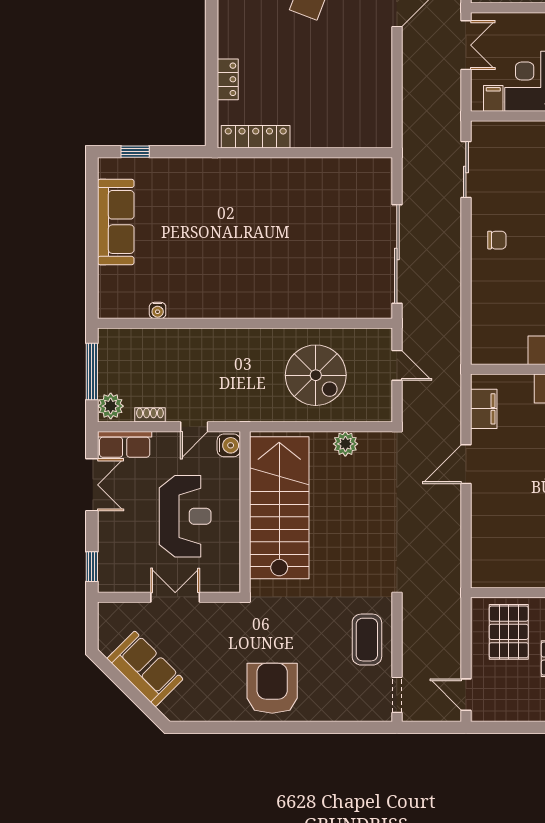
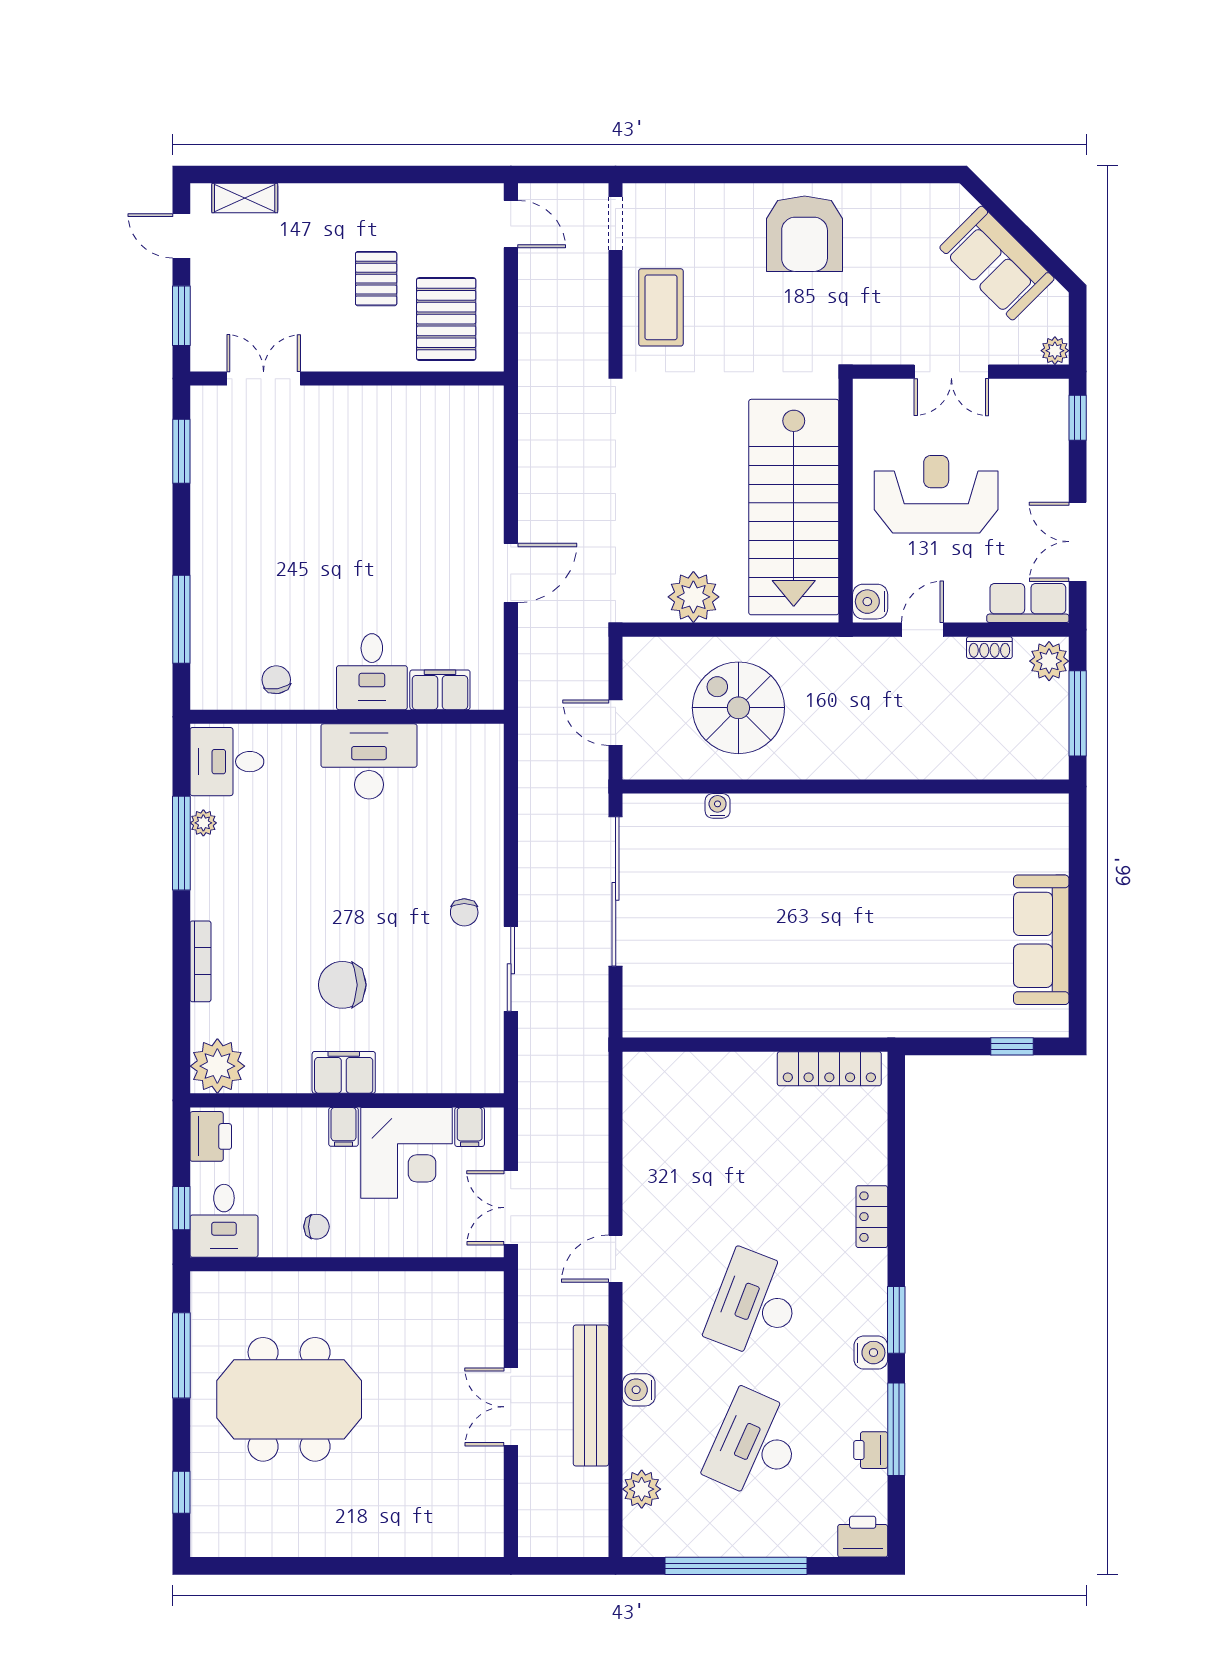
locker: (228, 79) -> (872, 1217), moved
sliding door: (466, 169) -> (511, 969), moved
chair: (497, 240) -> (464, 912), turned -90
water cooler: (158, 310) -> (718, 806), moved
filing cabinet: (484, 409) -> (440, 690), moved, turned 90
plant: (345, 444) -> (693, 597), width x1.36, depth x1.36
reception desk: (185, 516) -> (936, 494), turned 90
plant: (107, 611) -> (1055, 351), added

